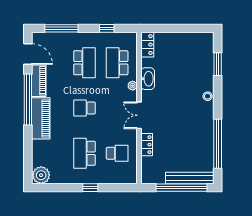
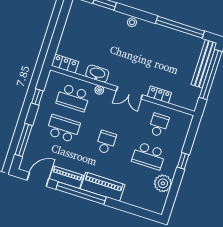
school desk: (84, 108) -> (106, 142), turned 180
plant: (41, 175) -> (163, 183), moved

